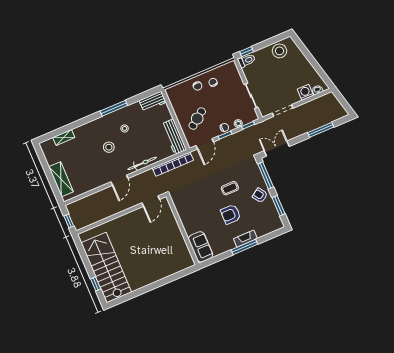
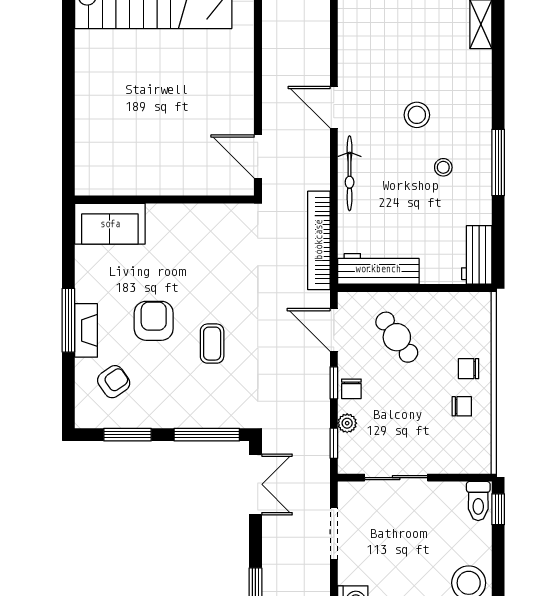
armchair: (260, 195) -> (114, 382), moved

